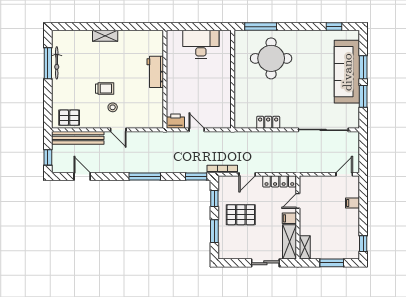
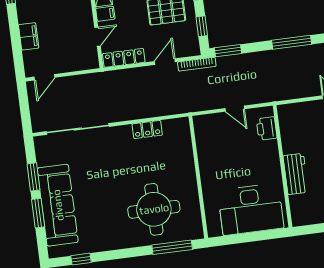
desk: (201, 44) -> (251, 209), width x1.36, depth x1.30
printer: (175, 121) -> (267, 128), moved, turned 90
filing cabinet: (352, 203) -> (29, 36), width x2.00

